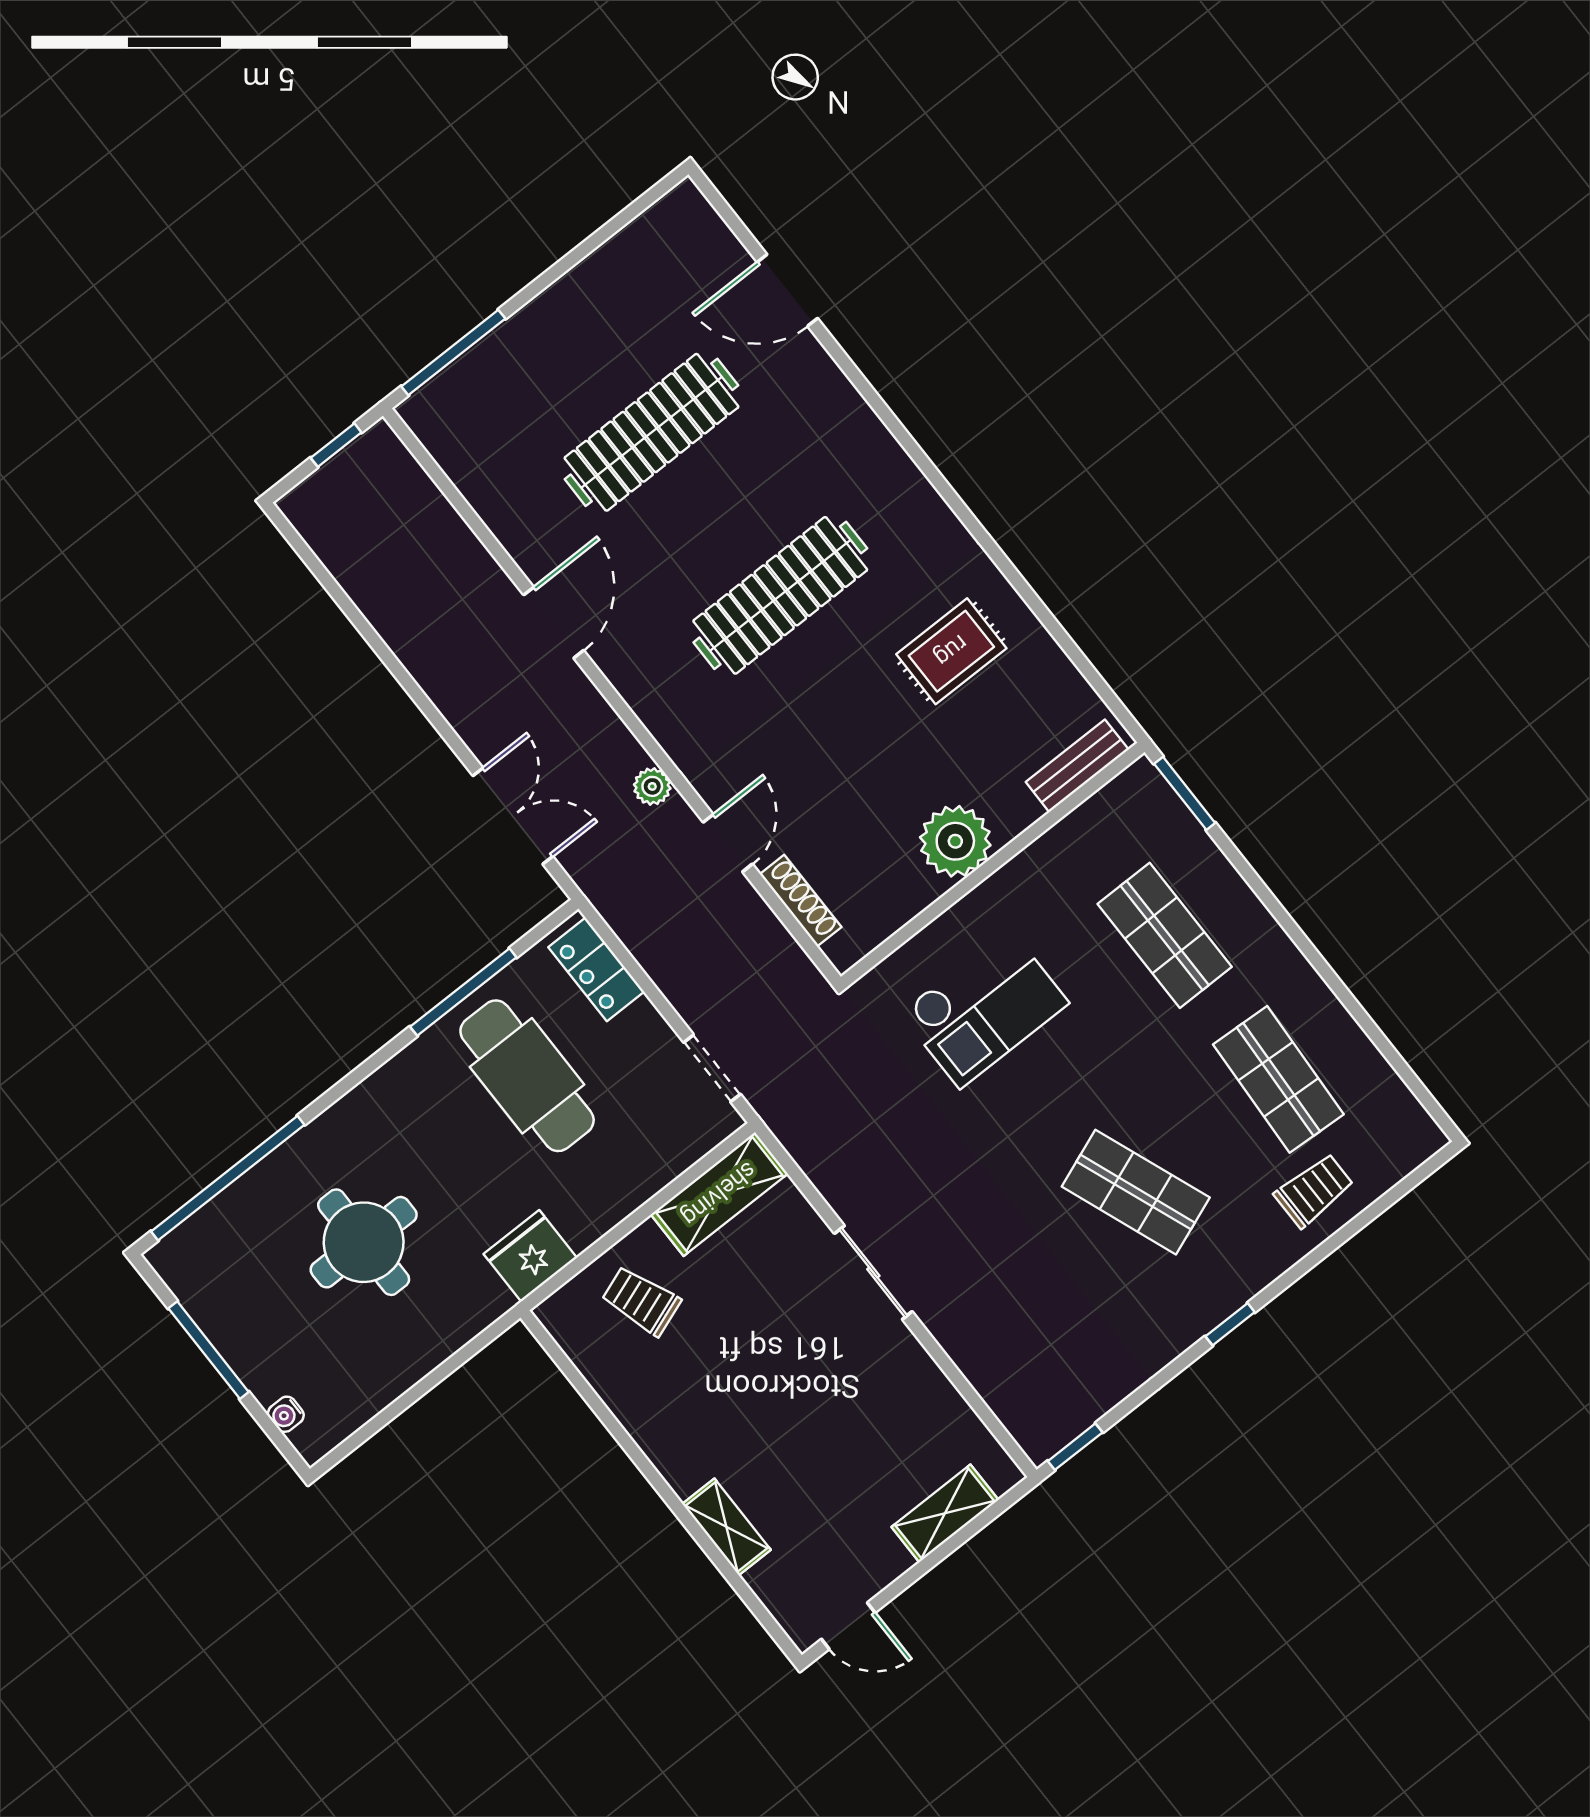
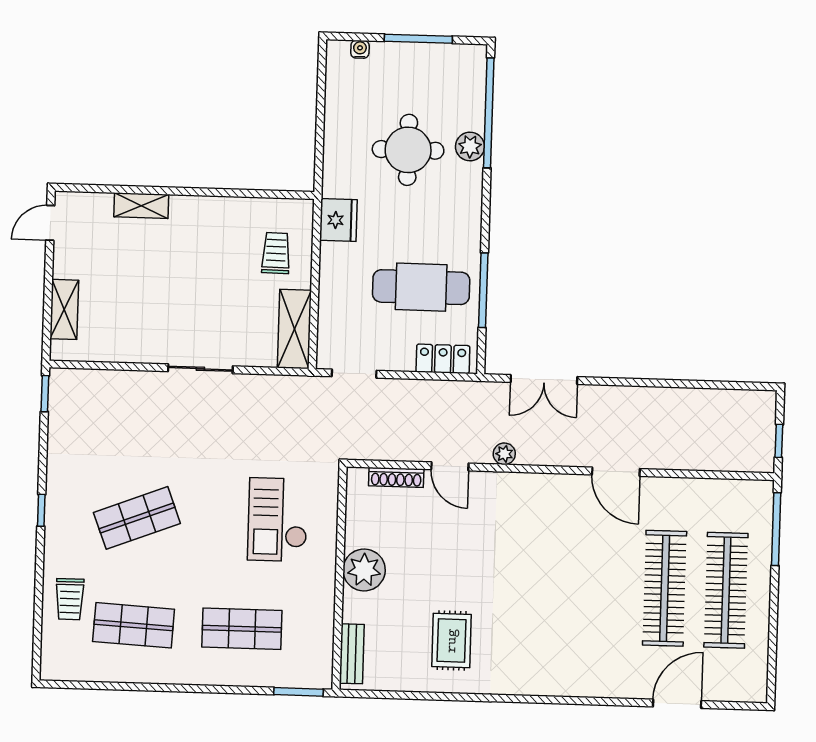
clothes rail: (780, 595) -> (726, 590), moved
plant: (292, 1166) -> (470, 147), added
trolley: (641, 1301) -> (276, 253), turned -69

